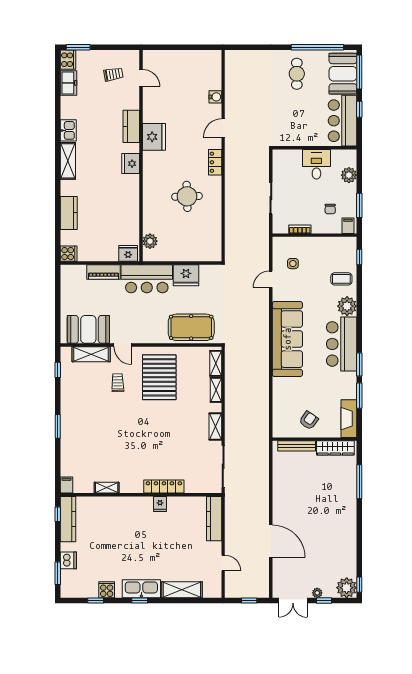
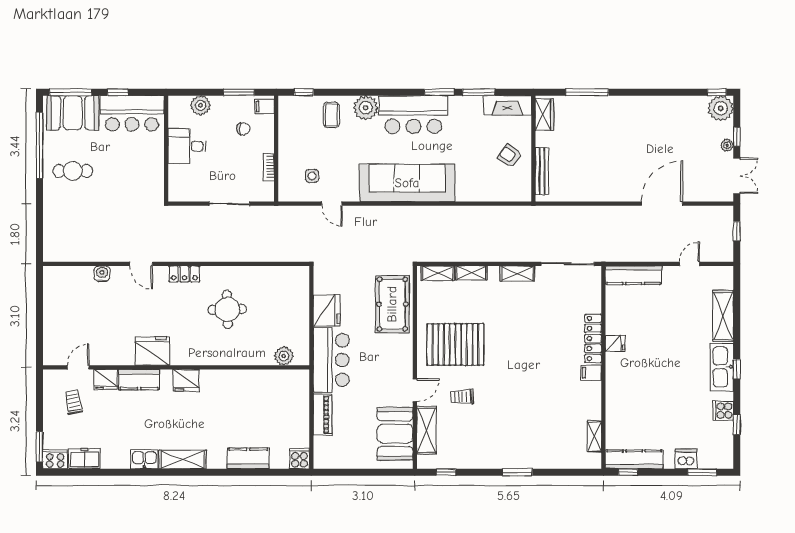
fridge: (128, 253) -> (106, 379), moved, turned -90
wardrobe: (335, 448) -> (544, 115), width x0.67
filing cabinet: (67, 485) -> (591, 373), moved
shelving: (107, 488) -> (594, 437), moved

